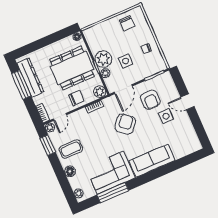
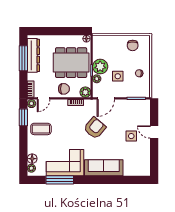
armchair: (150, 100) -> (124, 117), removed
floor lamp: (70, 171) -> (32, 159), moved

